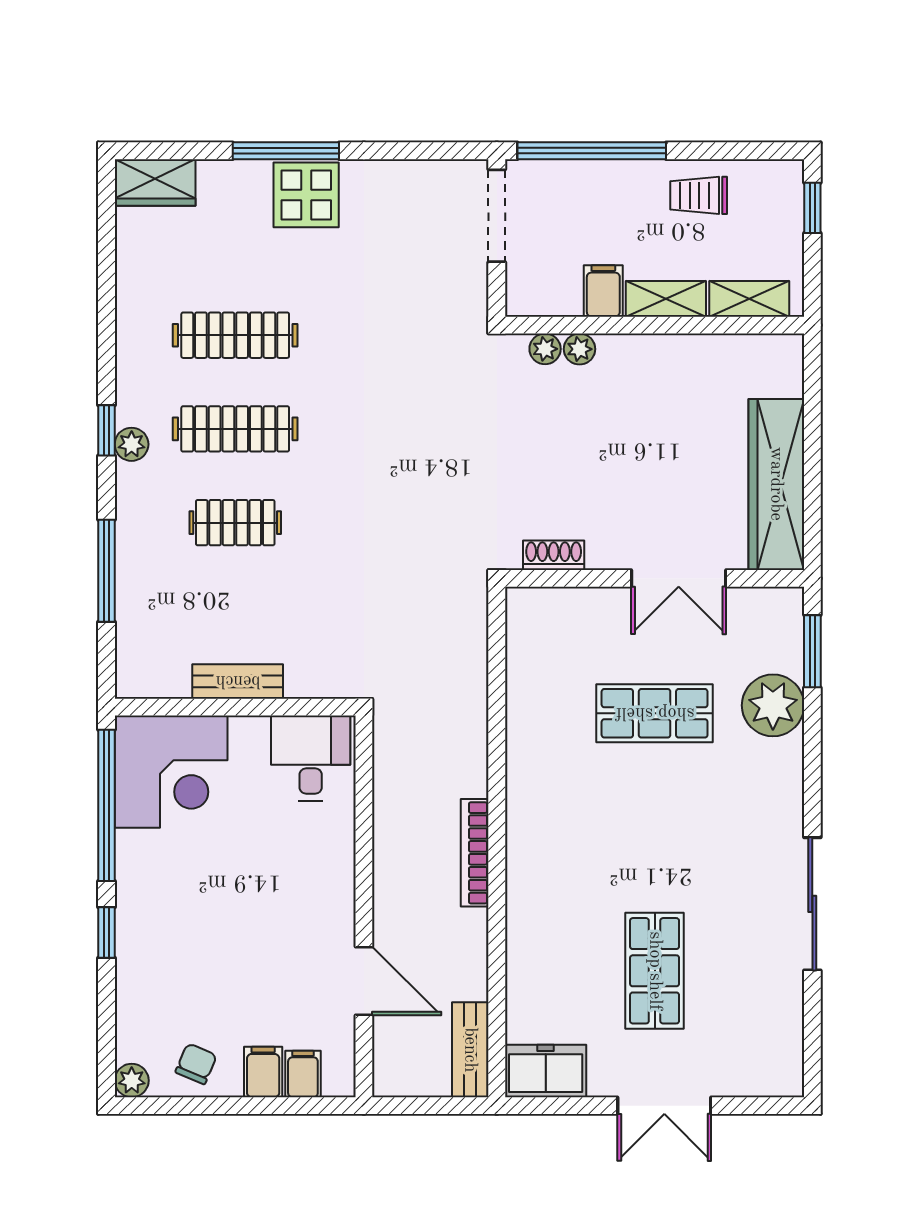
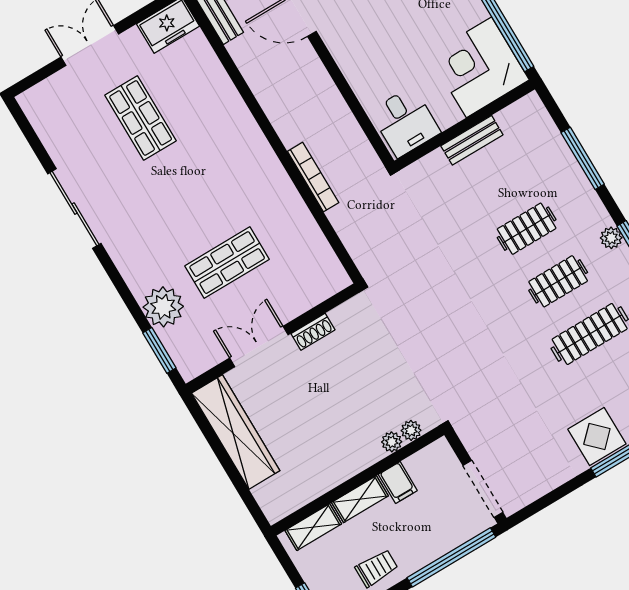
clothes rail: (235, 429) -> (558, 281), width x0.73
shoe rack: (554, 555) -> (313, 332), moved
bookcase: (475, 853) -> (313, 177), moved

